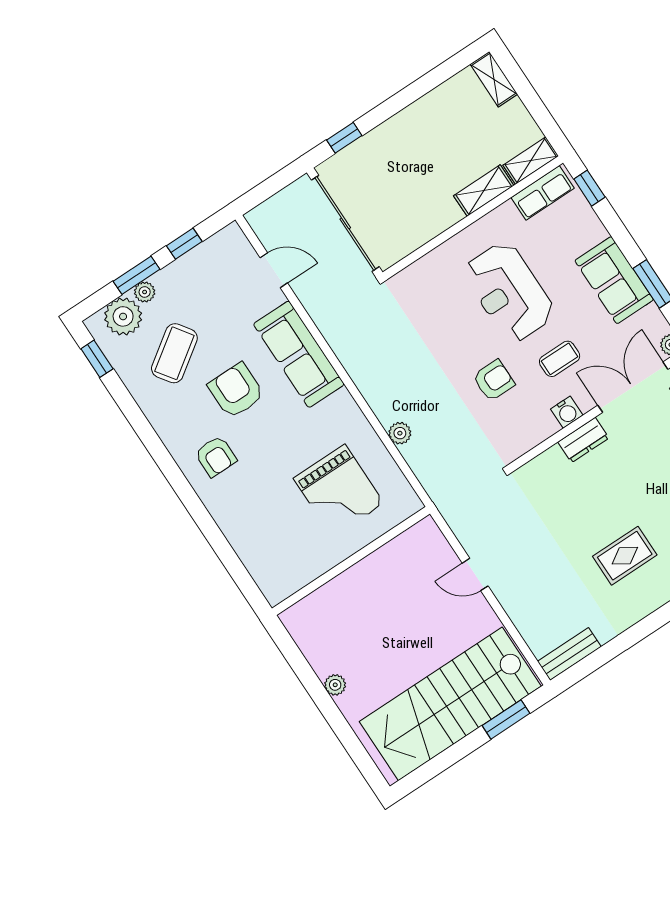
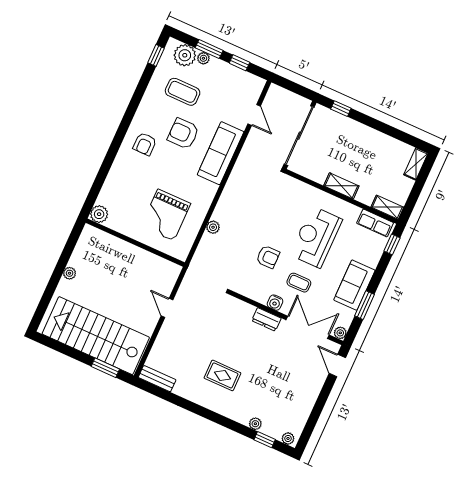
shelving: (484, 191) -> (341, 186), moved
coffee table: (174, 353) -> (183, 92), turned 35
armchair: (236, 391) -> (183, 134), turned -90
plant: (276, 587) -> (99, 214), added

